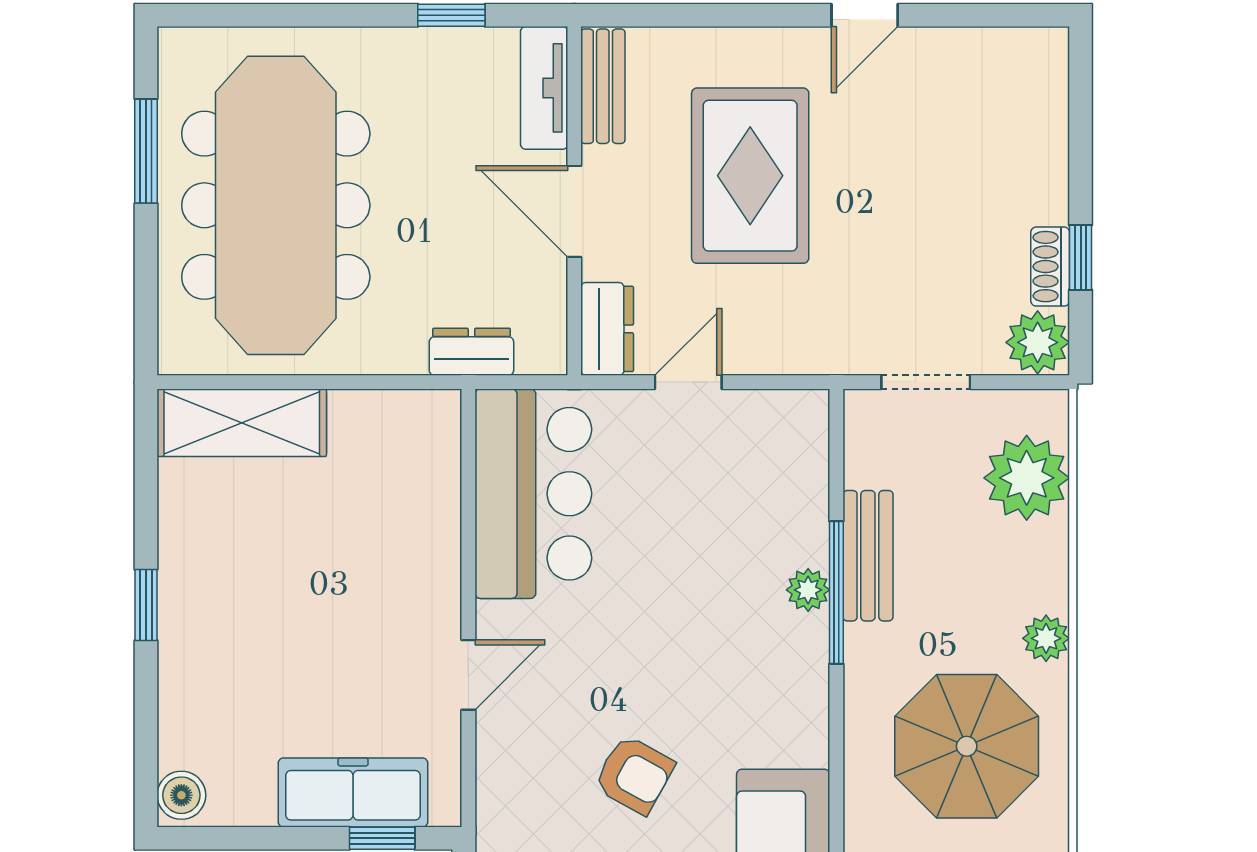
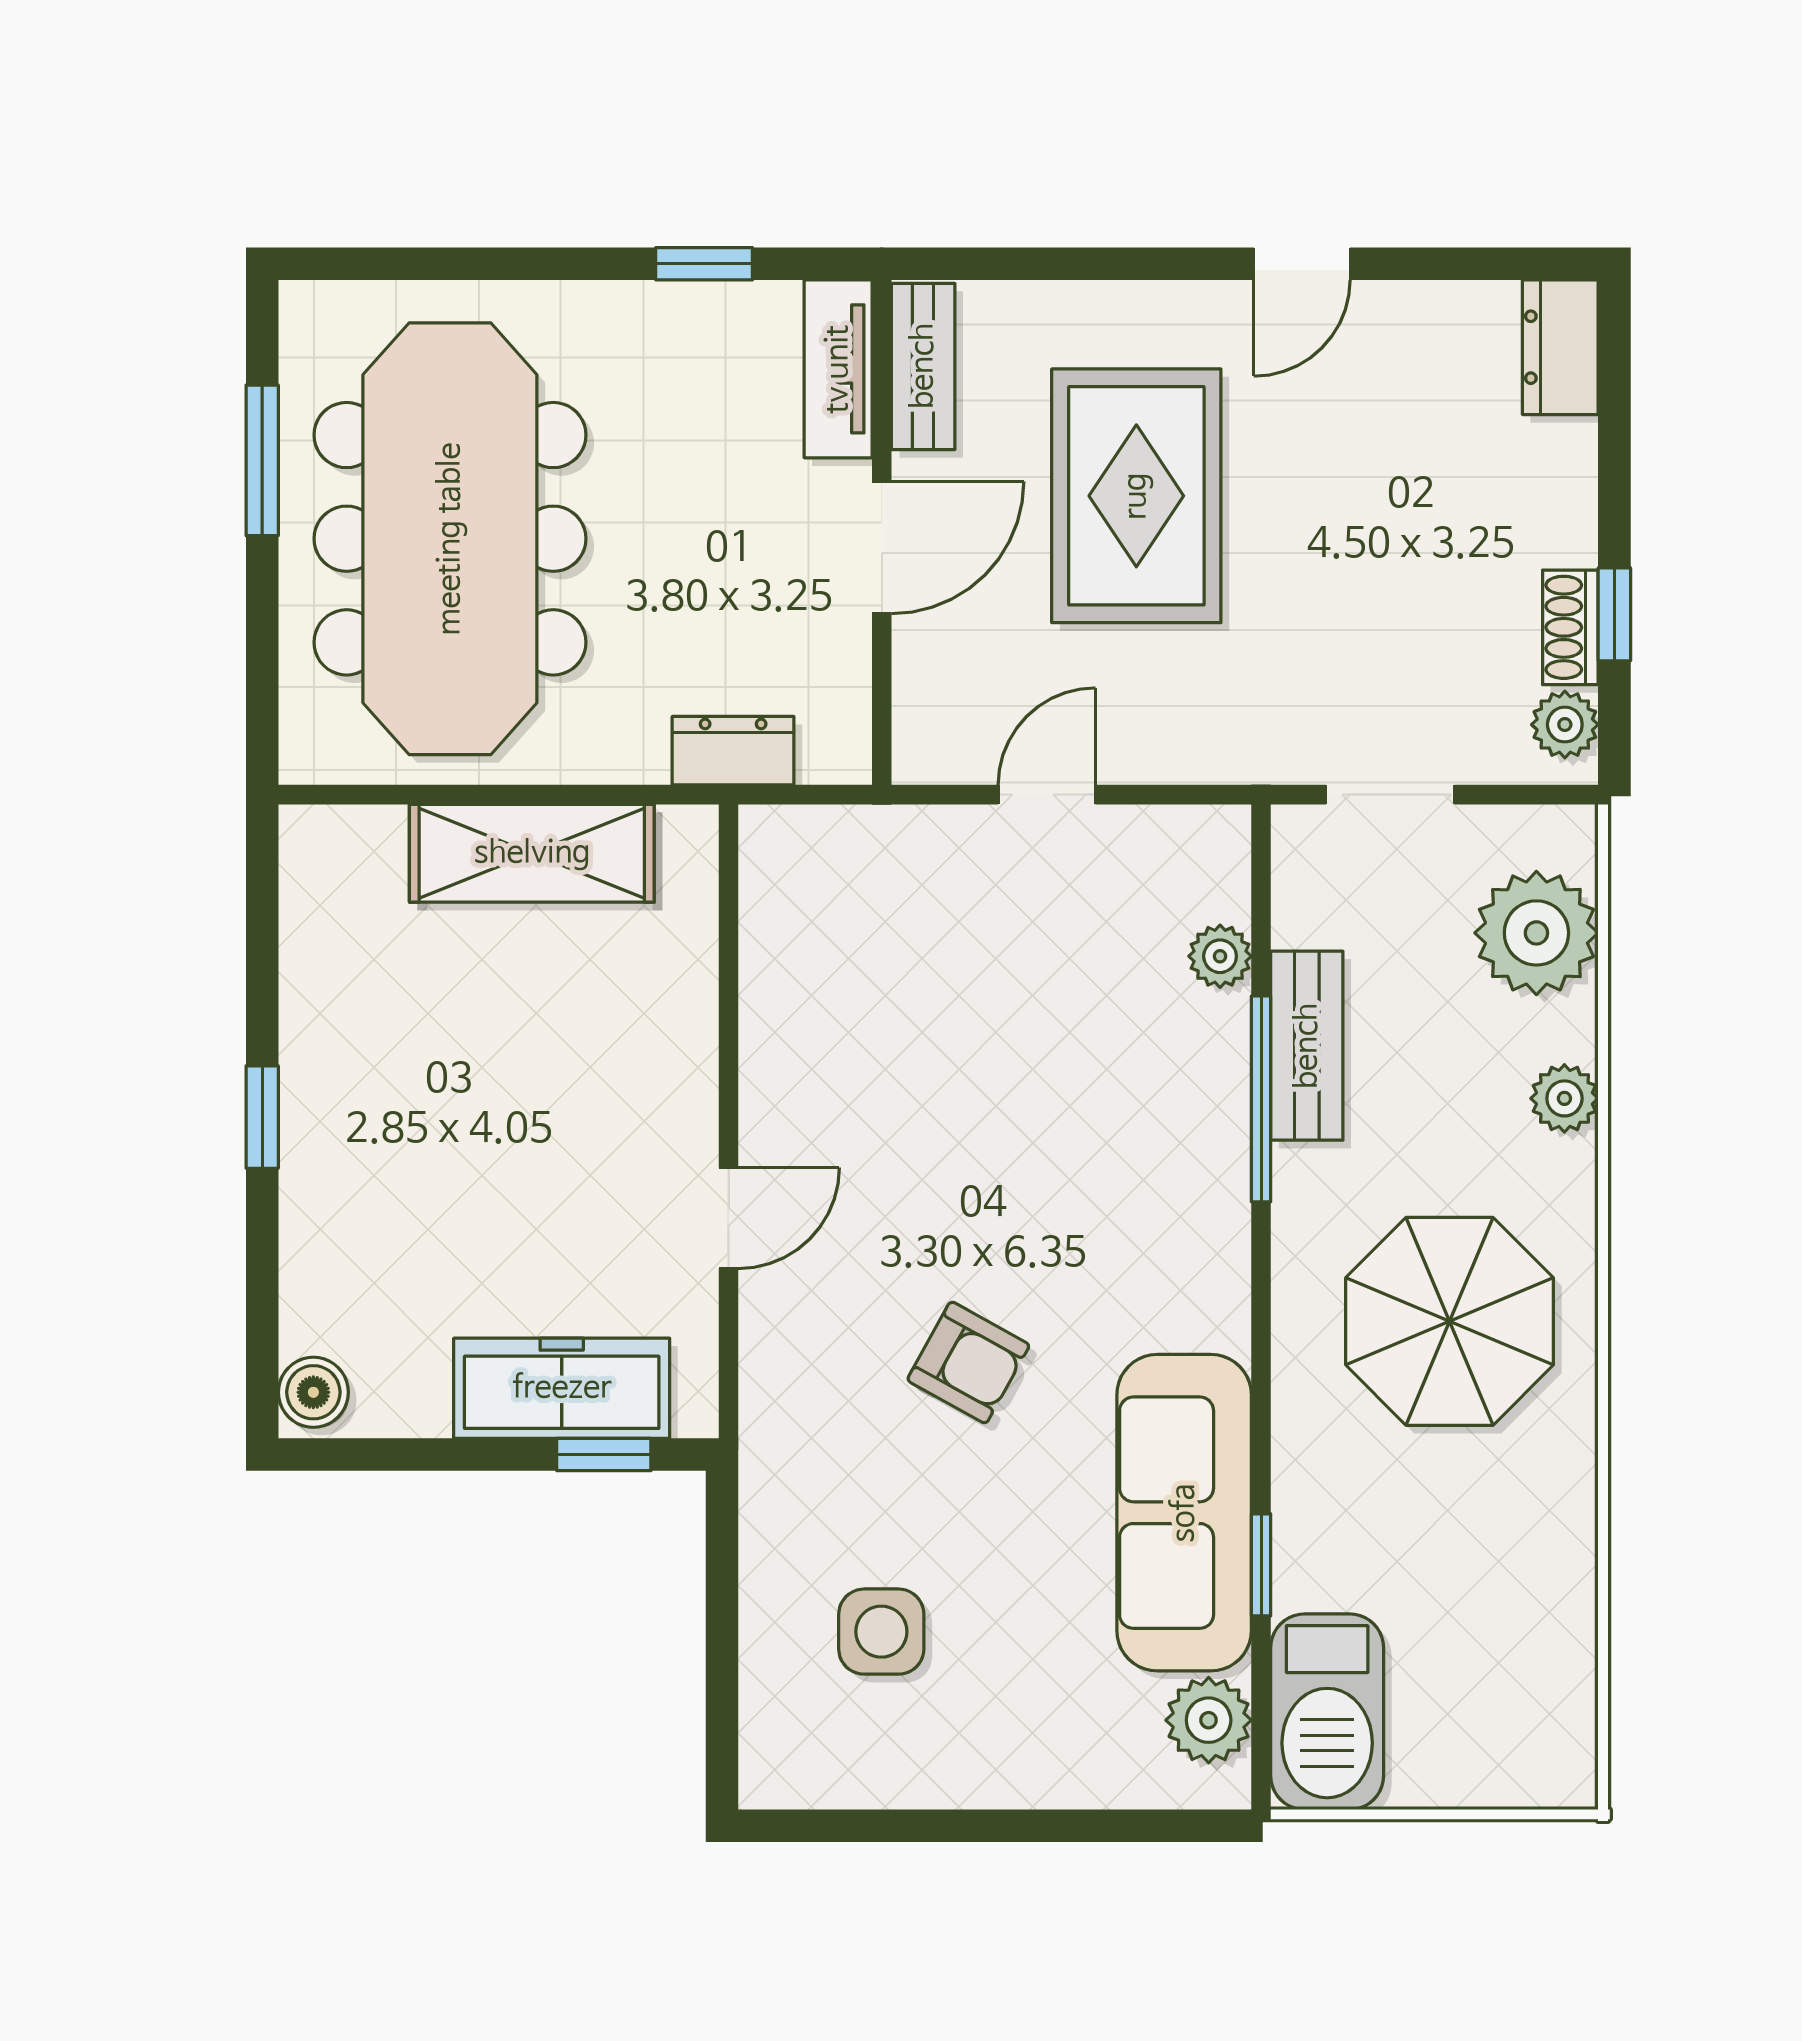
door: (574, 211) -> (882, 547), swing flipped
dresser: (607, 329) -> (1560, 347), moved, turned 180
plant: (1038, 342) -> (1565, 725), width x0.73, depth x0.73
shelving: (242, 423) -> (532, 853), moved
bar counter: (533, 494) -> (822, 956), removed
plant: (808, 590) -> (1220, 956), moved
plant: (1046, 638) -> (1564, 1098), moved

